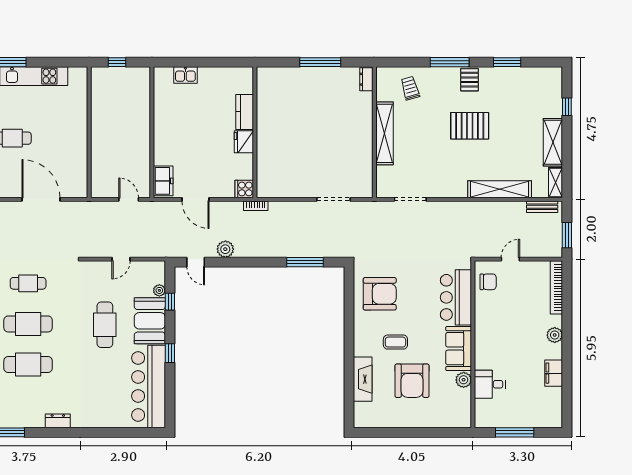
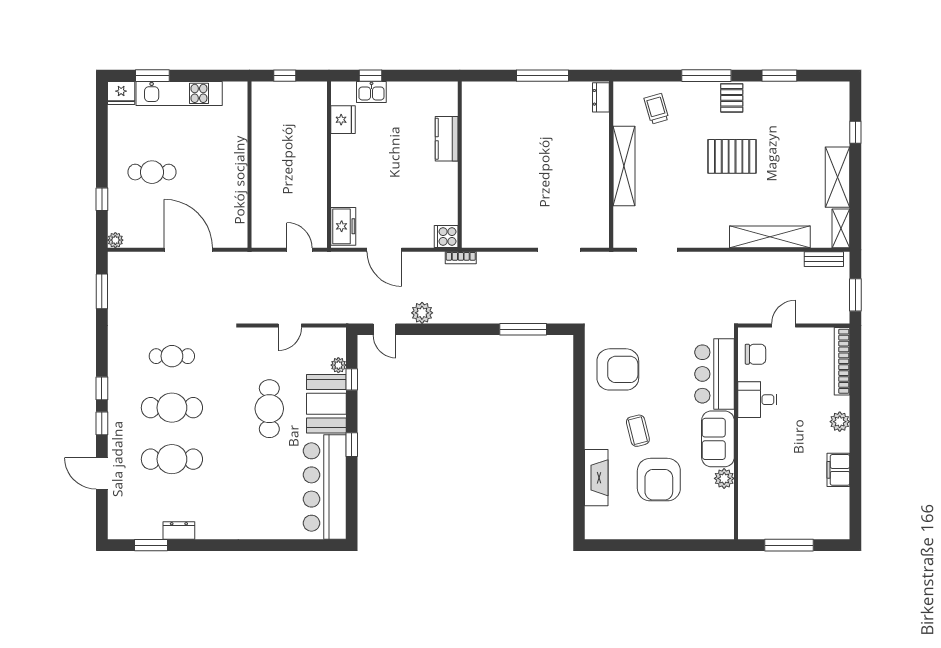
window: (185, 62) -> (370, 76), added
fridge: (244, 142) -> (343, 120), moved, turned 180
coffee table: (395, 342) -> (638, 431), turned 76
desk: (490, 384) -> (757, 400), moved
dresser: (58, 421) -> (179, 531), moved

